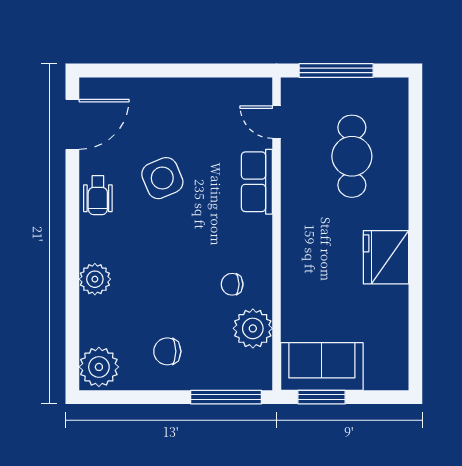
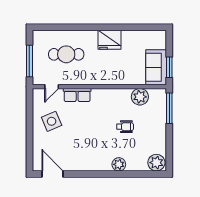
side table: (162, 178) -> (52, 121), moved
wheelchair: (98, 195) -> (125, 127), moved
chair: (232, 284) -> (121, 106), removed
chair: (167, 351) -> (150, 133), removed

